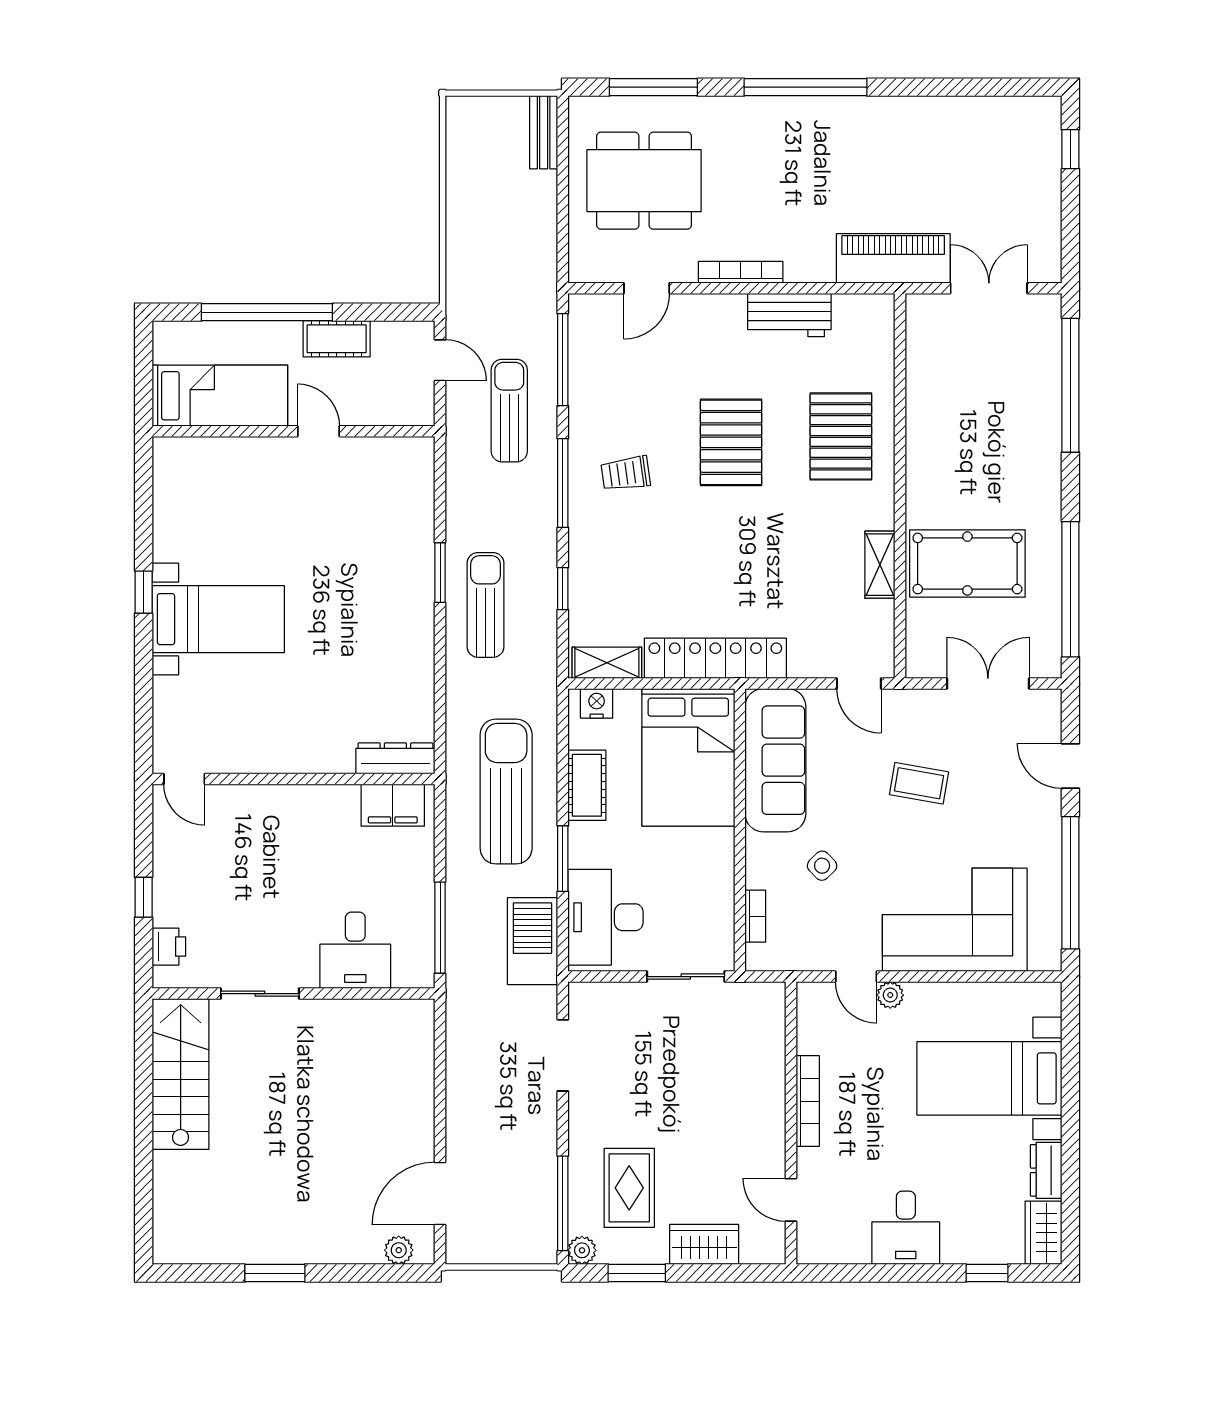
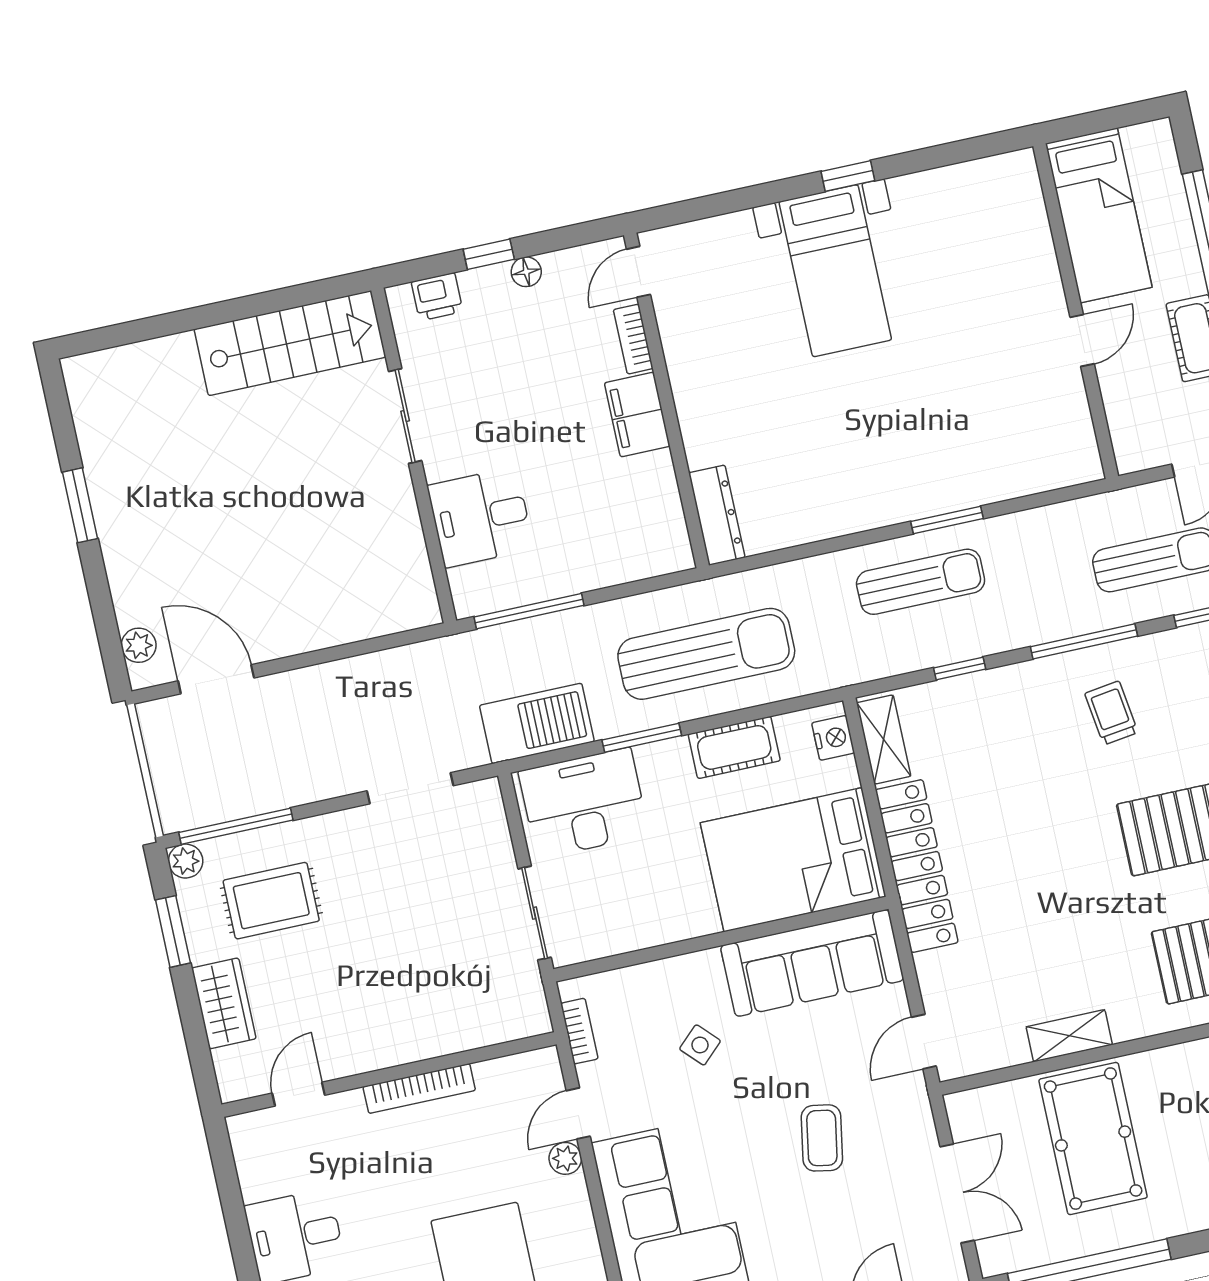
bookcase: (238, 795) -> (633, 339), added
filing cabinet: (393, 805) -> (637, 415), moved
floor lamp: (164, 870) -> (526, 272), added
bookcase: (755, 916) -> (579, 1031), moved, turned -90

